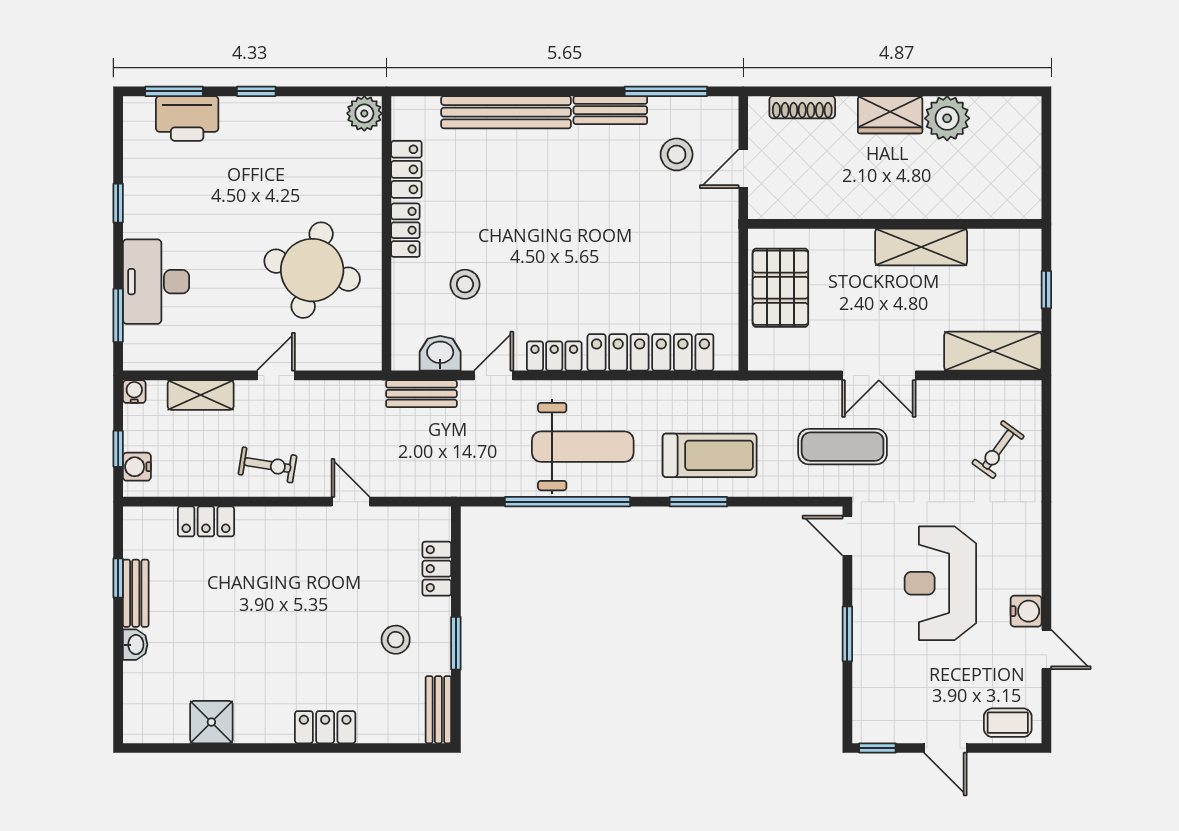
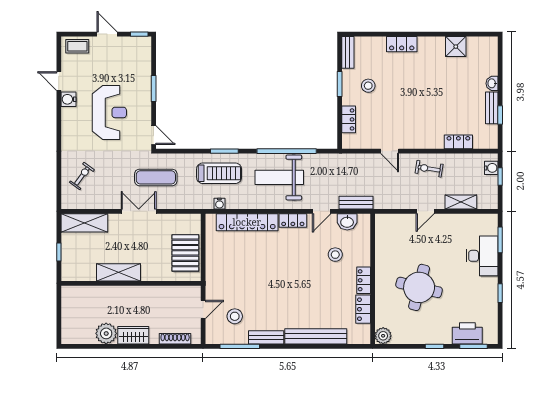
round table: (312, 270) -> (419, 287), moved
water cooler: (134, 392) -> (219, 204), moved
treadmill: (710, 455) -> (219, 173), turned 180

